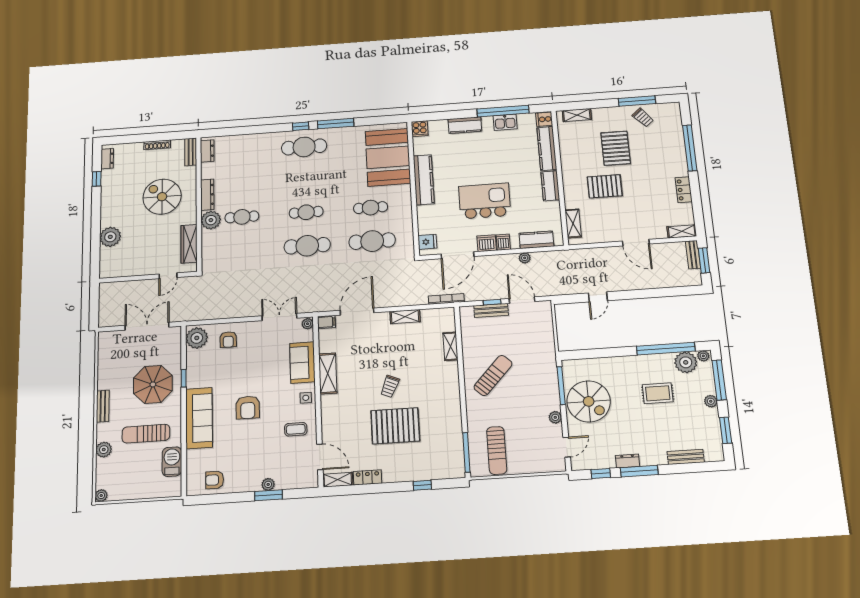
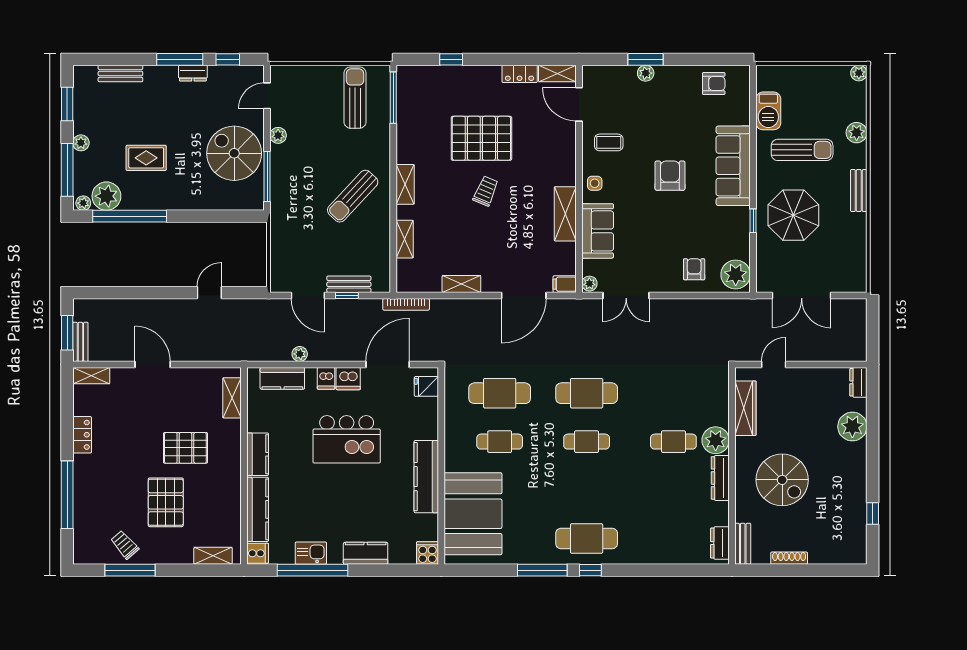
dresser: (107, 159) -> (858, 382), moved
shelving: (453, 387) -> (405, 184), added

